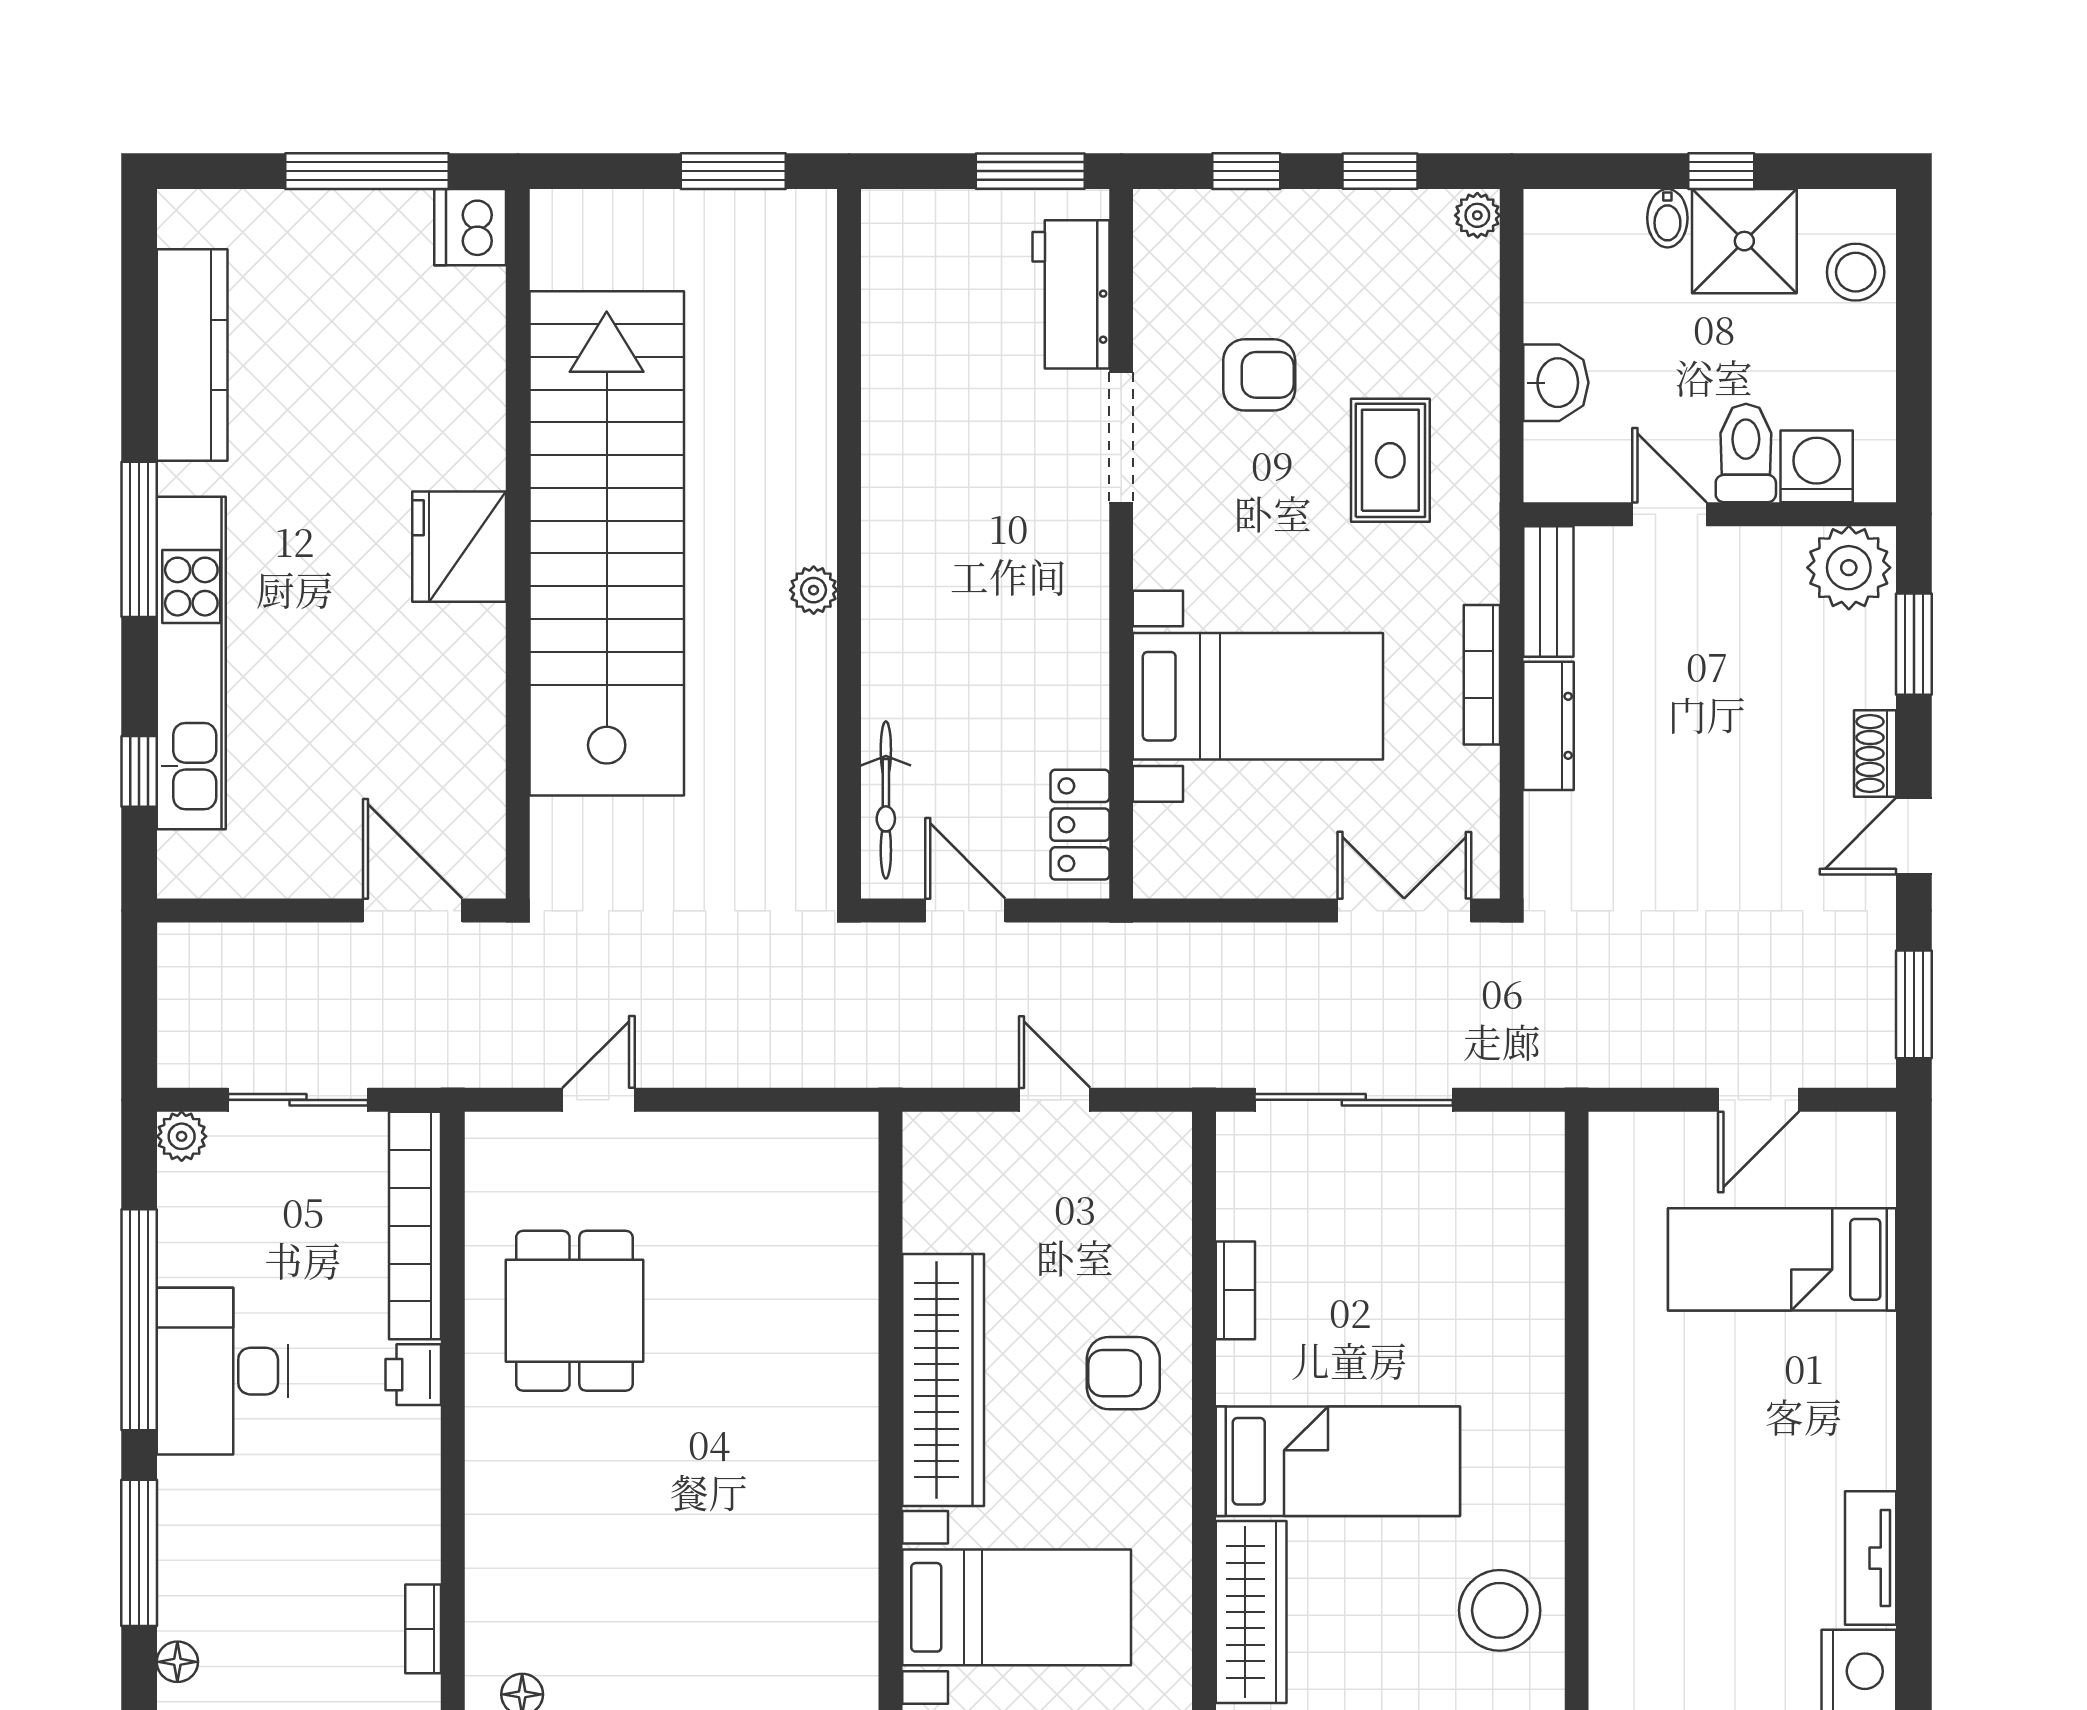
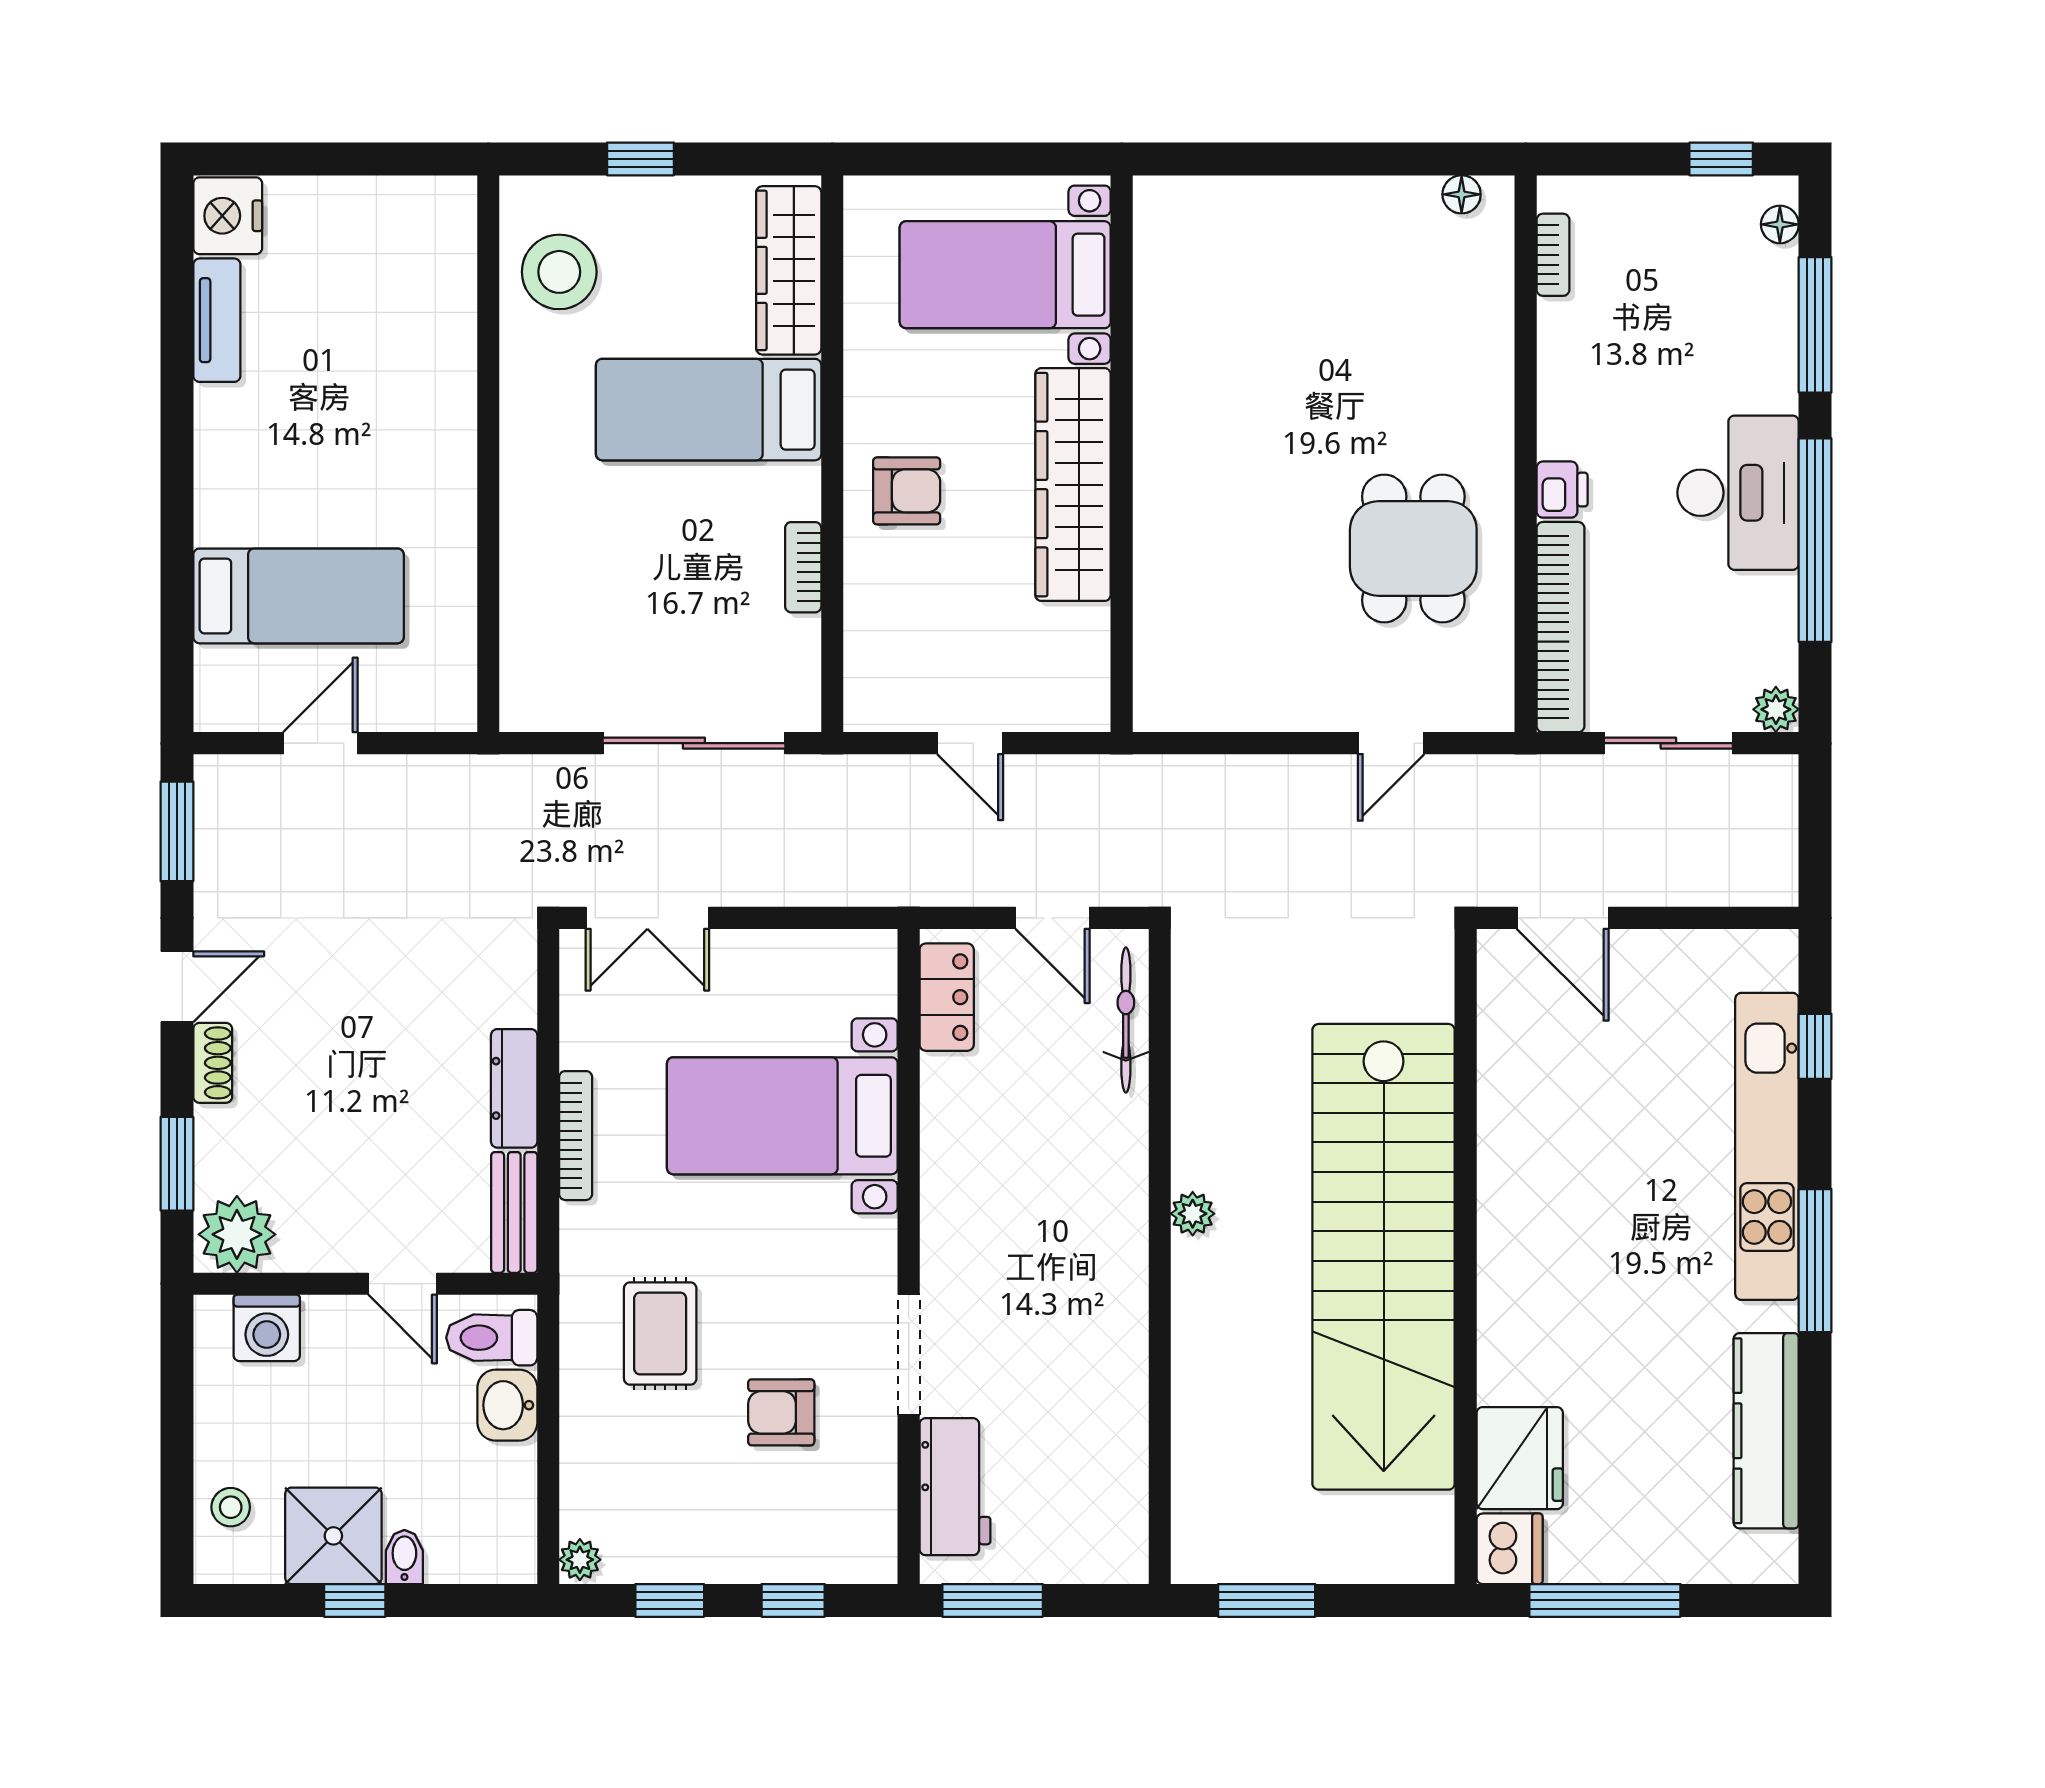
stool: (1856, 272) -> (231, 1507), width x0.73, depth x0.73
toilet: (1746, 453) -> (492, 1338), moved, turned 90
fridge: (459, 547) -> (1520, 1458), moved

